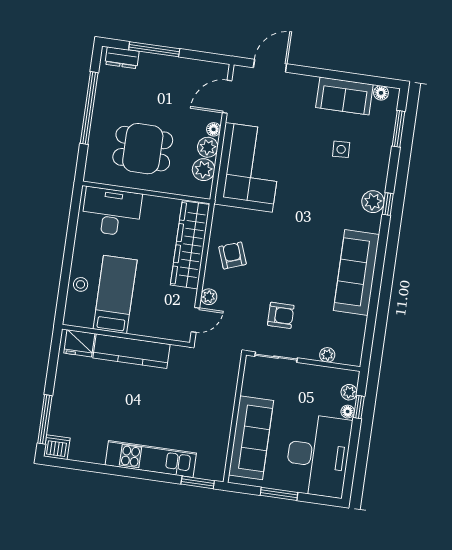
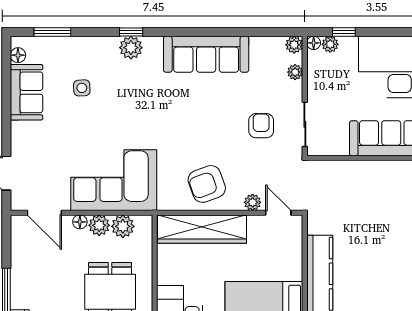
armchair: (233, 256) -> (207, 184), width x1.38, depth x1.38
plant: (353, 358) -> (294, 45), added
floor lamp: (348, 412) -> (314, 43), moved

